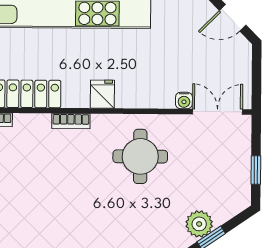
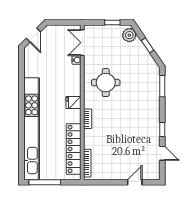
plant: (199, 224) -> (129, 35), moved

